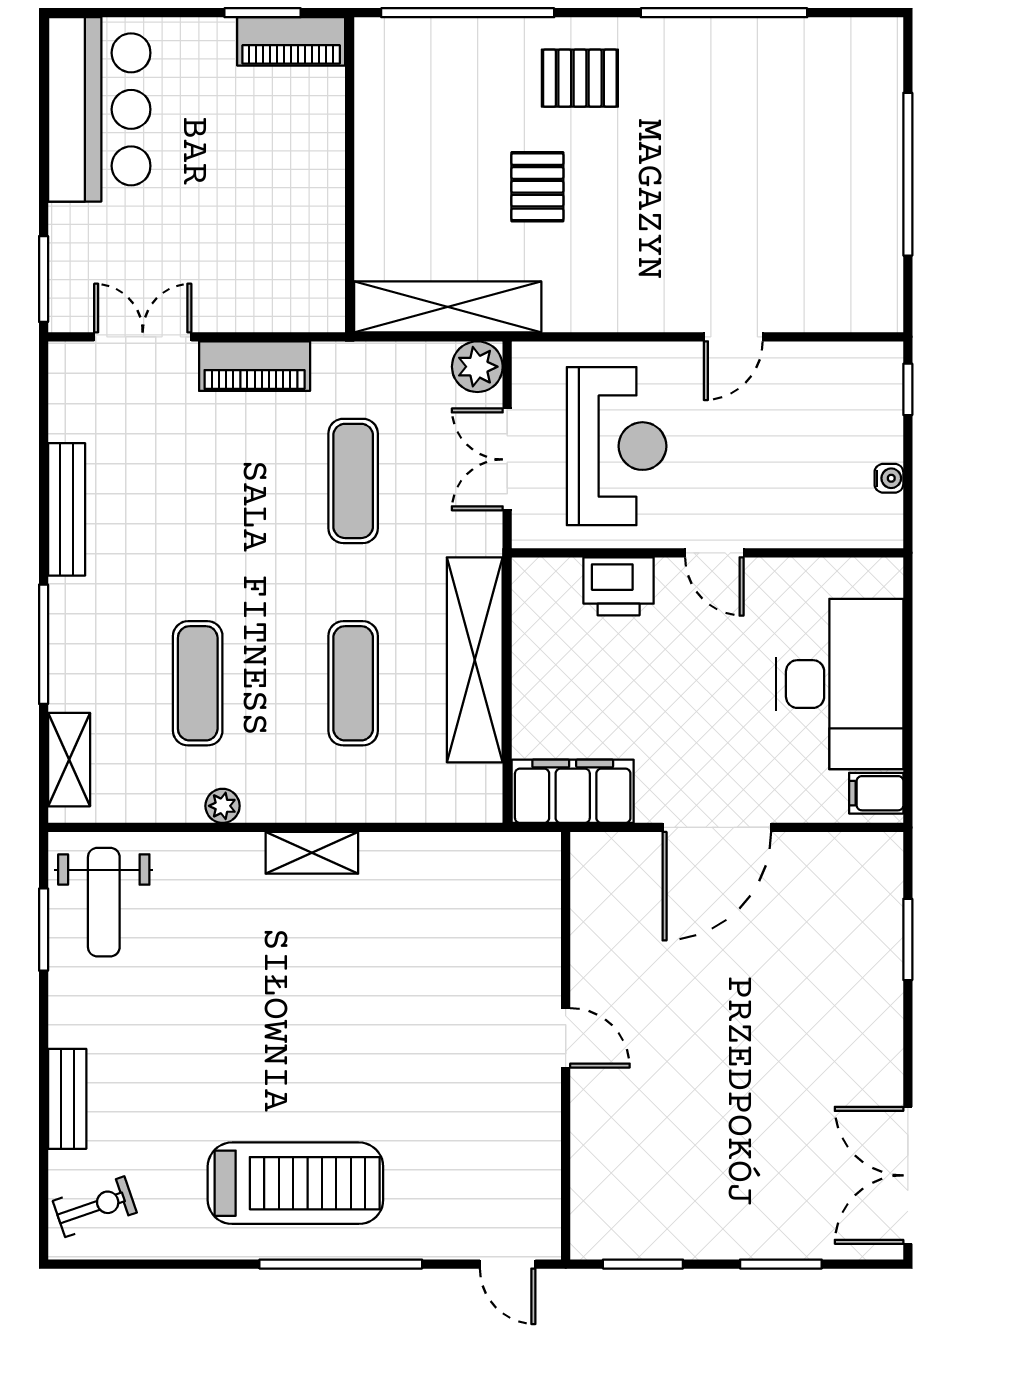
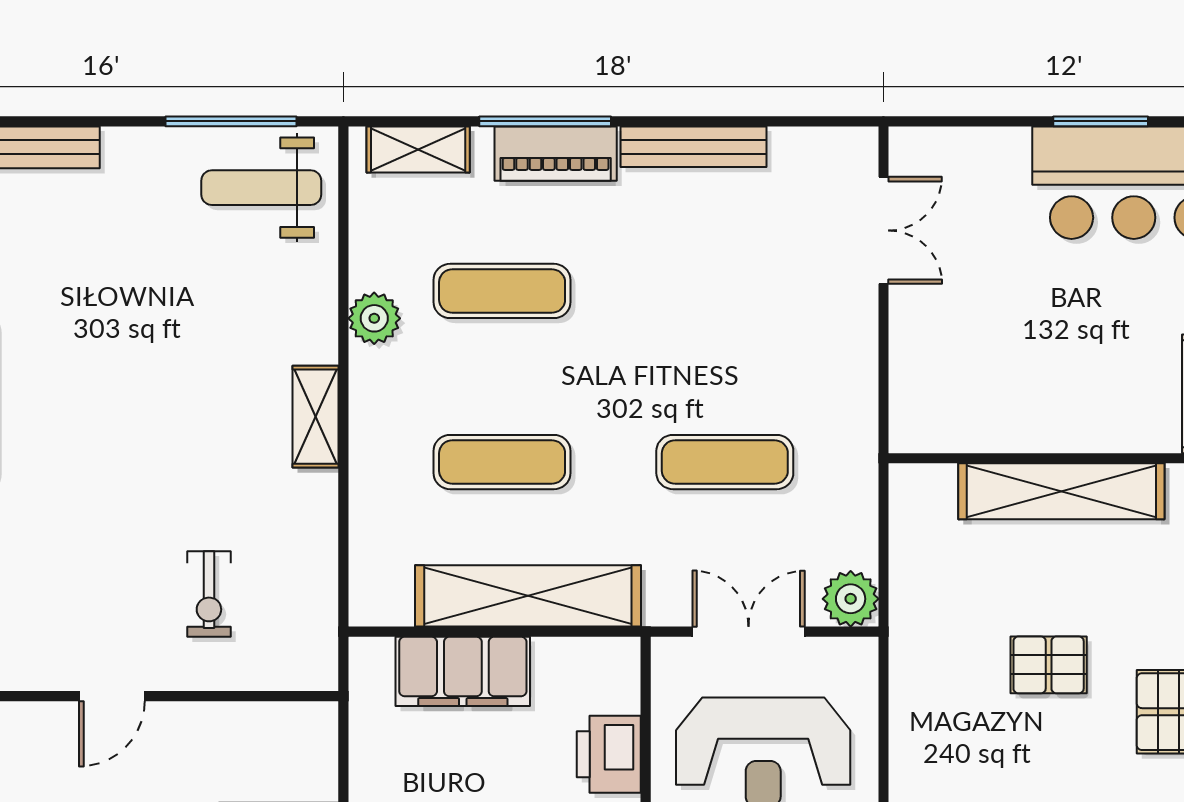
window: (44, 279) -> (1101, 121), moved
shelving: (448, 307) -> (1061, 491), moved, turned 90
piano: (255, 366) -> (556, 154), moved, turned -90
filing cabinet: (573, 791) -> (463, 671), moved, turned 90
plant: (223, 806) -> (374, 318), width x1.38, depth x1.38
window: (44, 930) -> (231, 121), width x1.44
exercise bike: (473, 950) -> (209, 594), added

